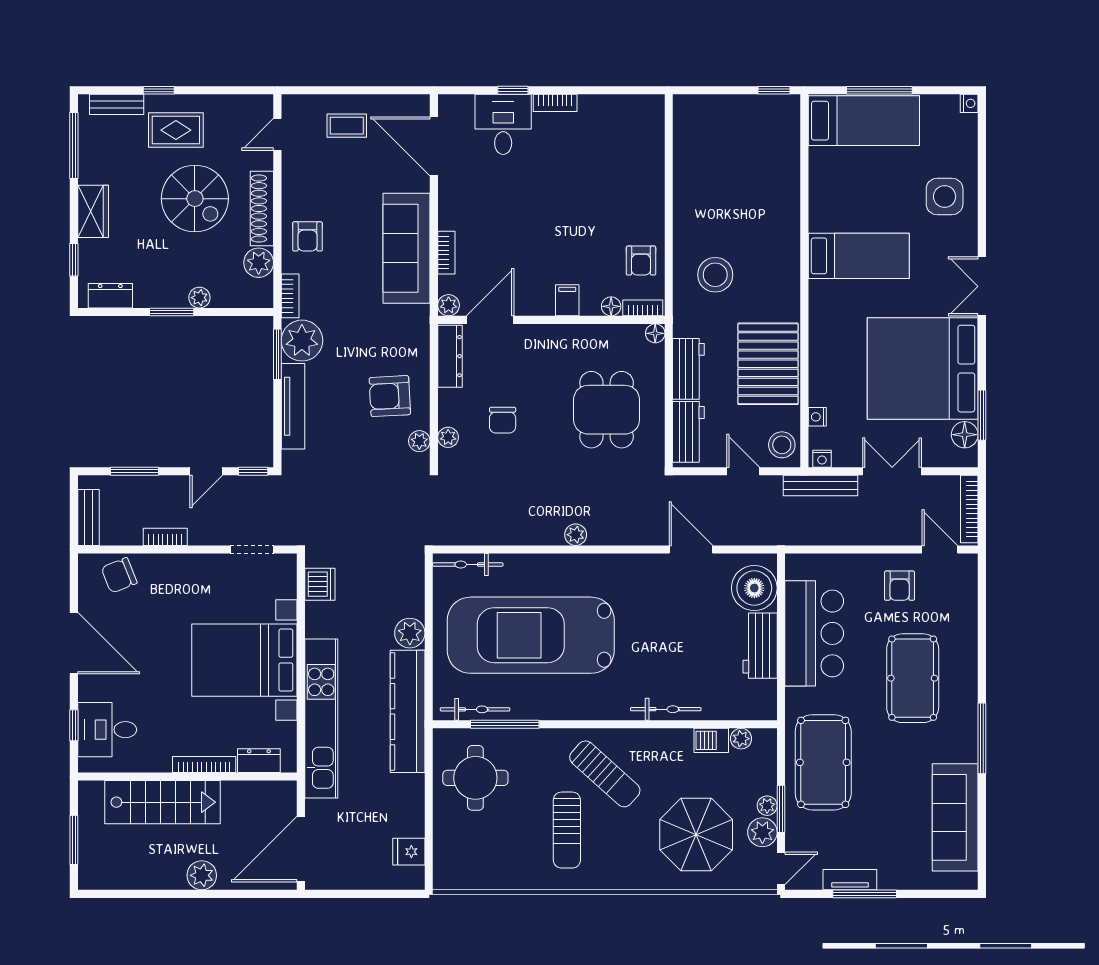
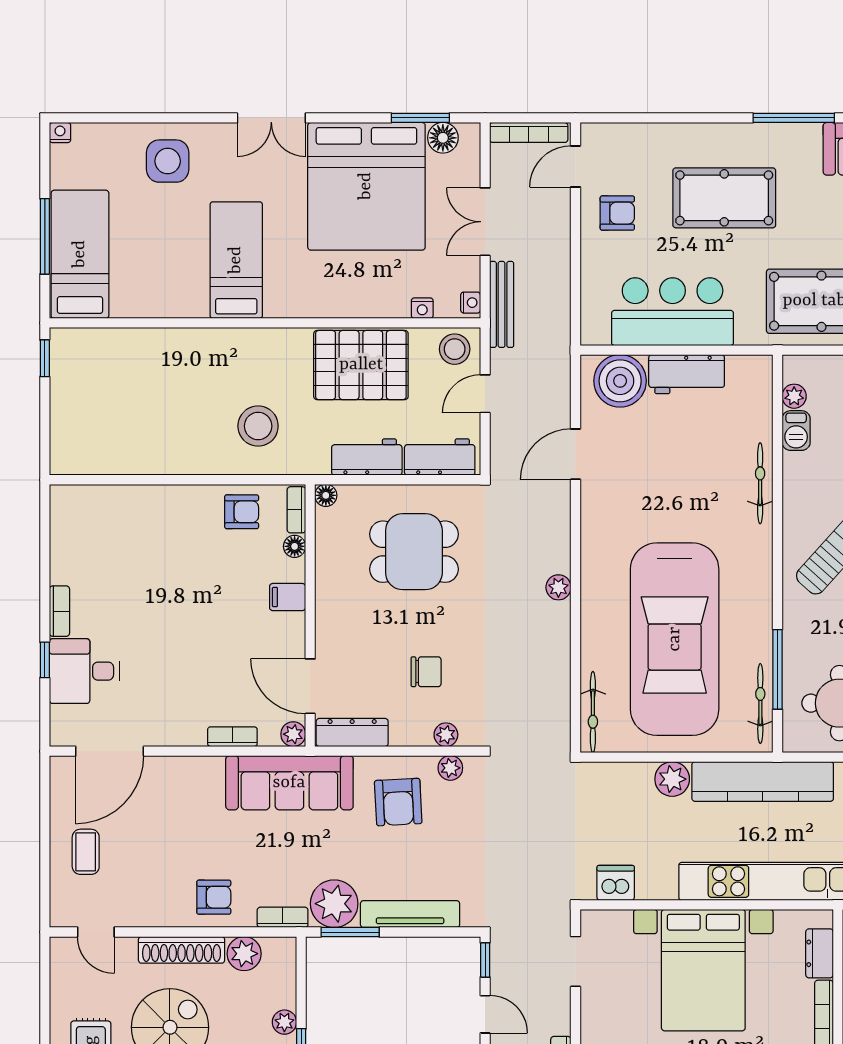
sofa: (407, 248) -> (289, 783), moved

